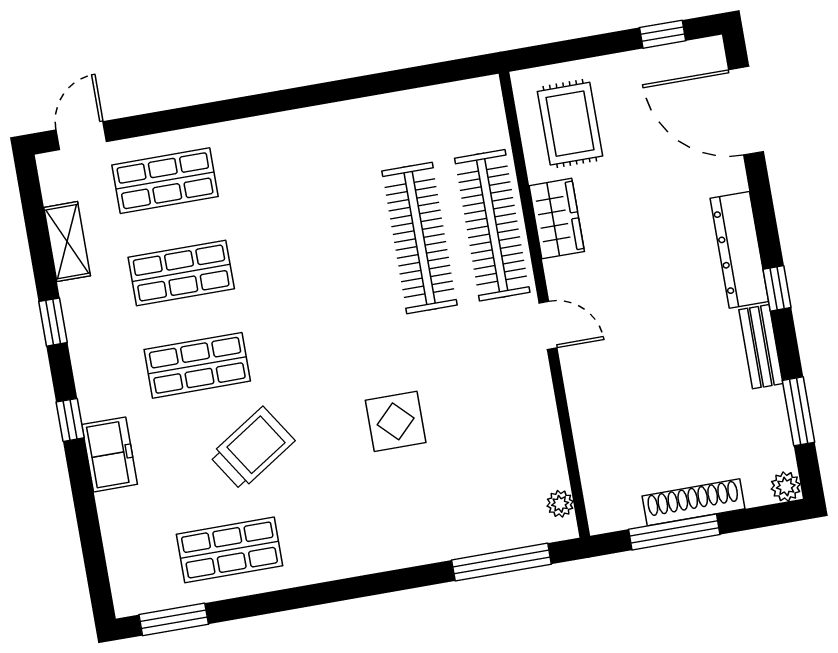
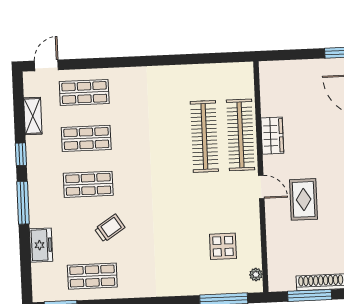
rug: (570, 124) -> (304, 199), moved
window: (70, 420) -> (23, 203), width x2.17
display table: (396, 421) -> (223, 246), moved
trolley: (252, 448) -> (110, 228), width x0.73, depth x0.72
freezer: (110, 454) -> (41, 245), moved

